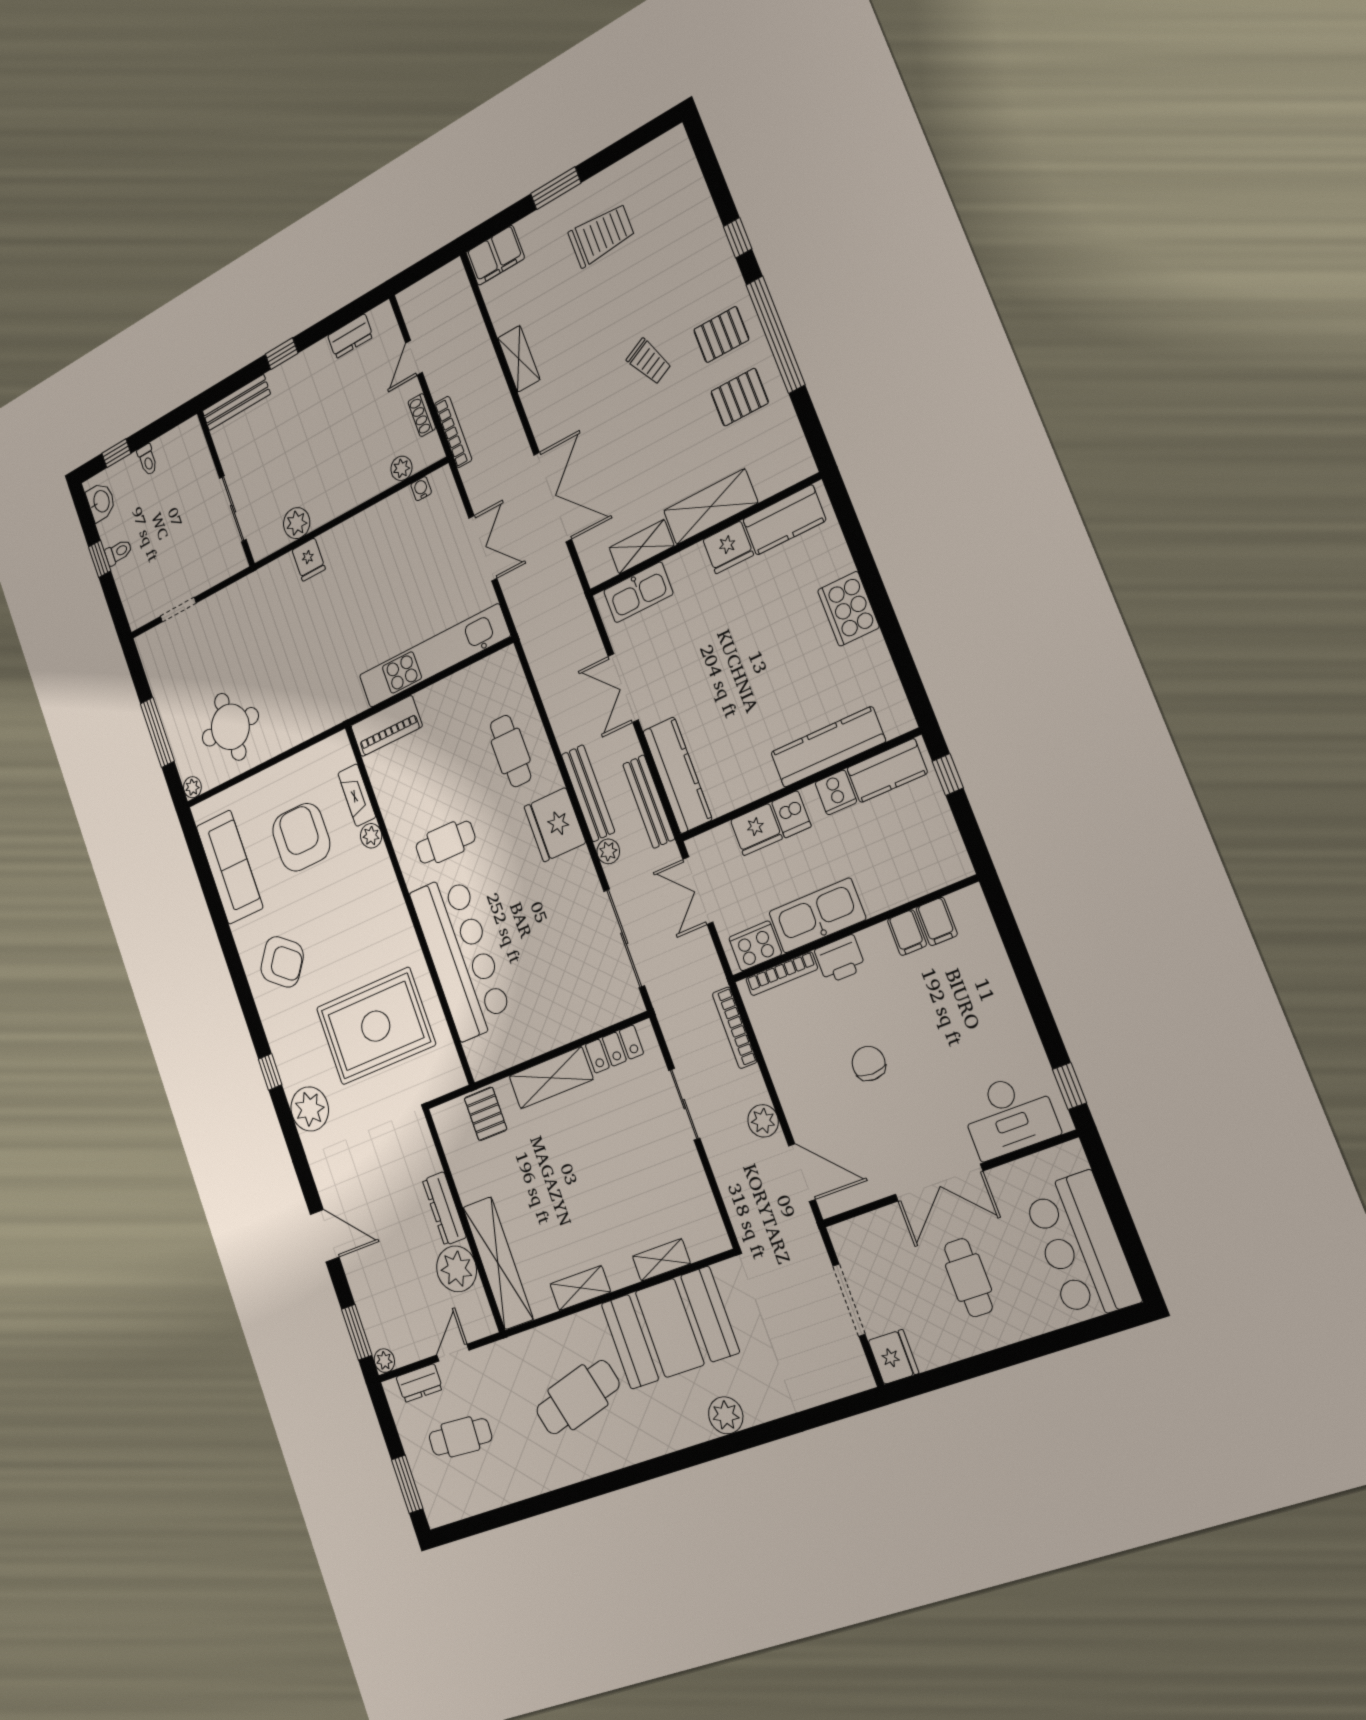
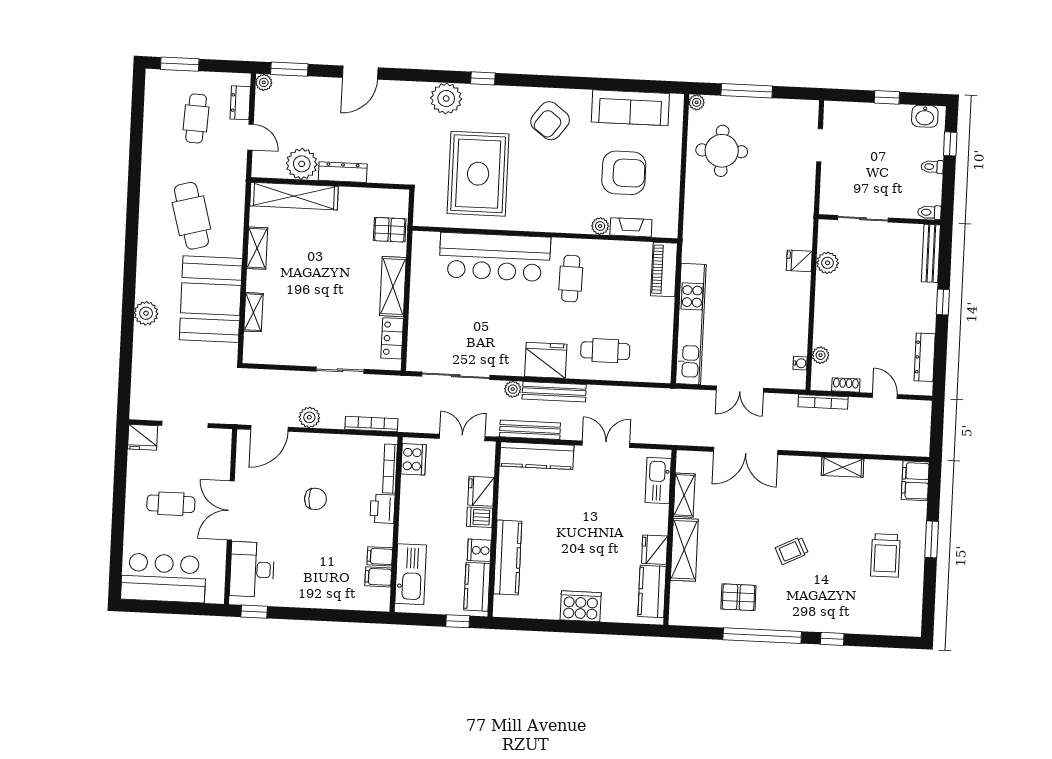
pallet: (721, 335) -> (782, 603), removed
dresser: (350, 336) -> (925, 357), width x1.44
pallet: (740, 397) -> (738, 597), turned 90
toilet: (118, 552) -> (929, 212), moved, turned 90
kitchen sink: (817, 916) -> (411, 574), moved

